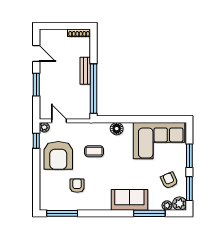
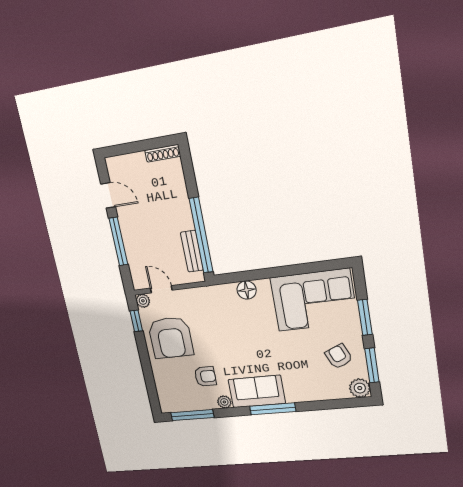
bench: (85, 71) -> (192, 251), moved
window: (36, 85) -> (118, 241), width x1.44
coffee table: (94, 151) -> (220, 326), removed
armchair: (77, 186) -> (205, 376), turned 90
sofa: (129, 200) -> (257, 391), moved
plant: (167, 206) -> (224, 402), moved
window: (149, 213) -> (273, 409), moved

